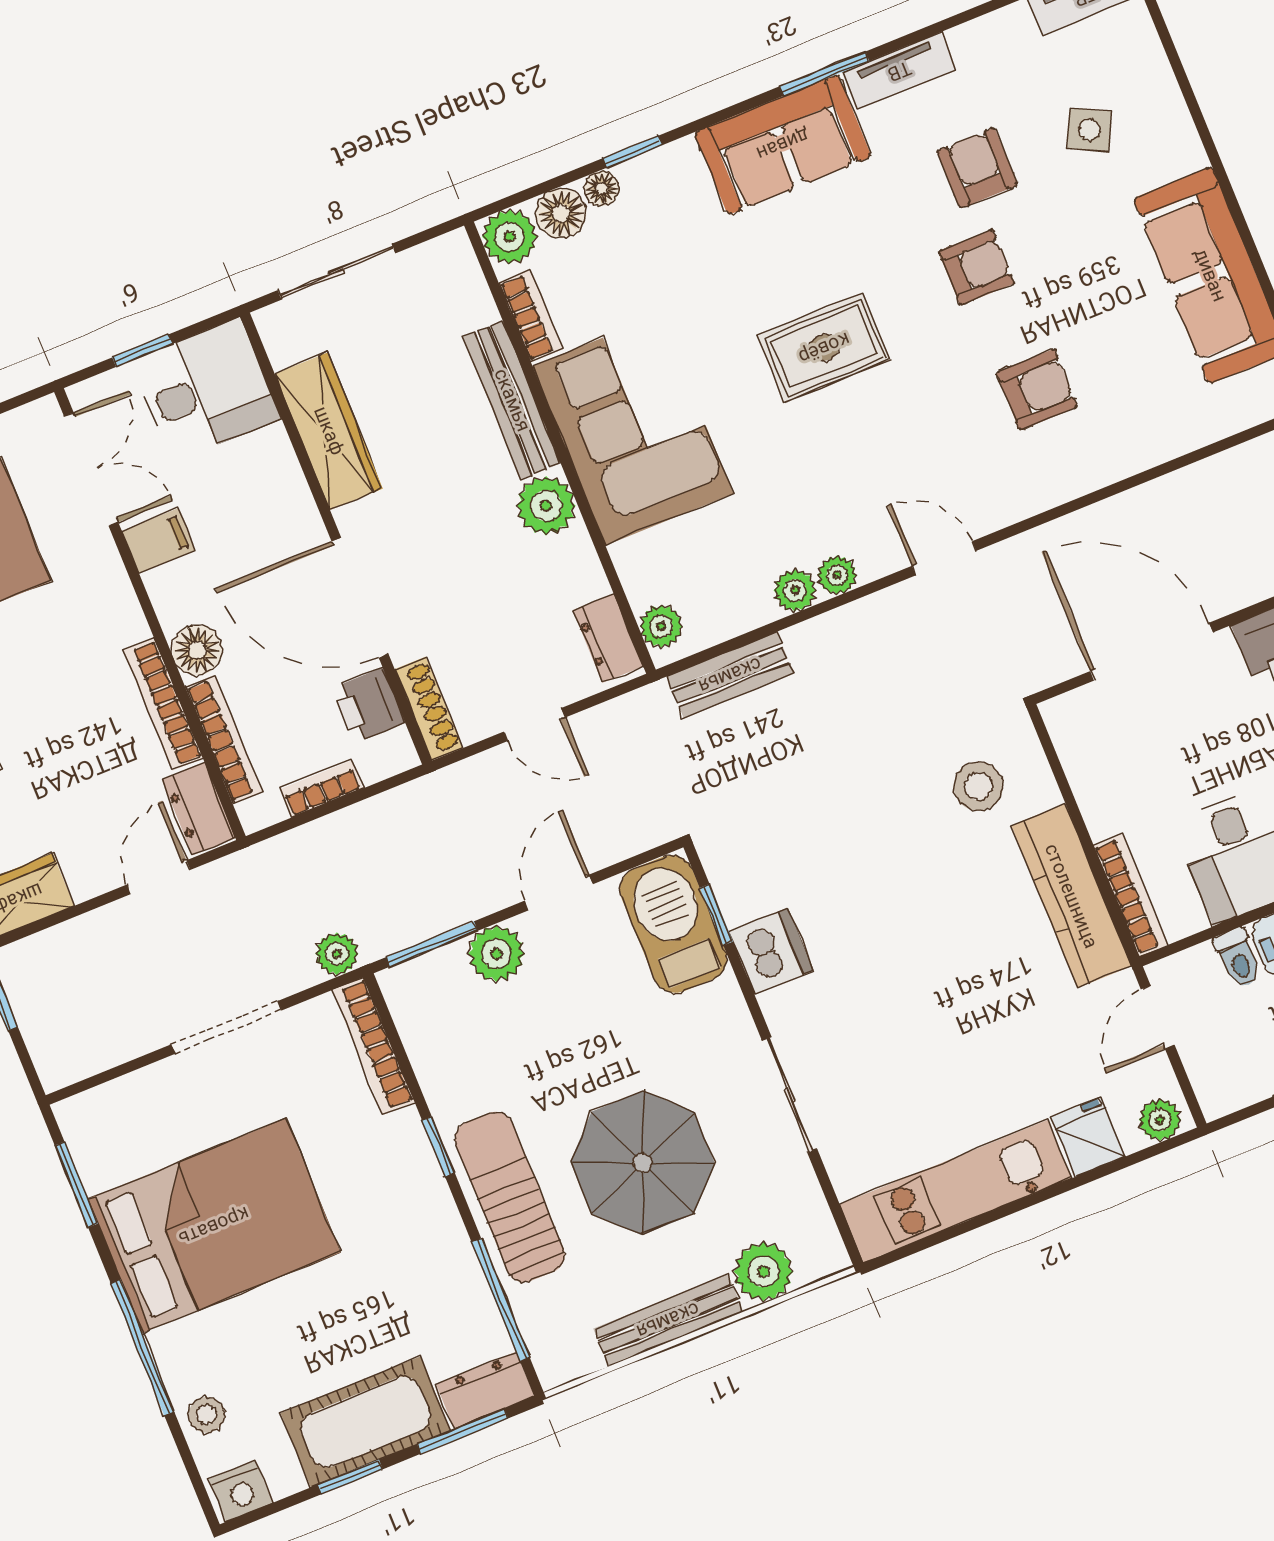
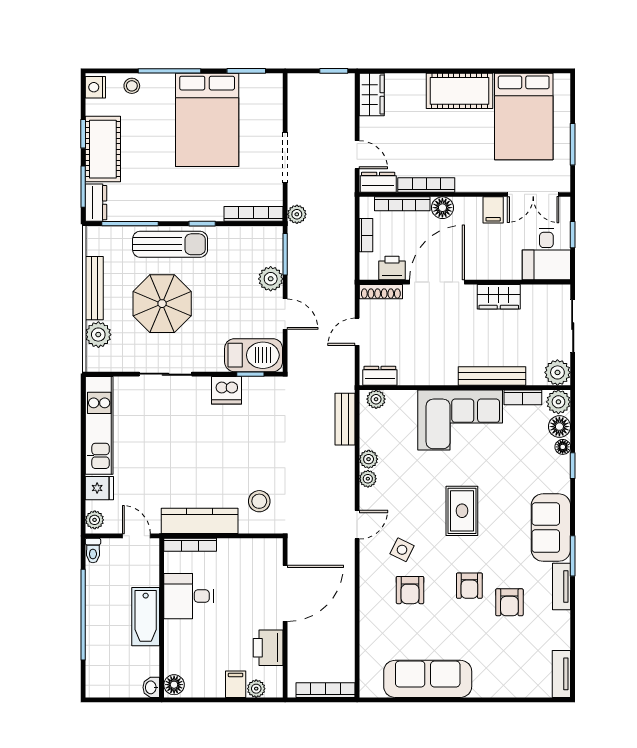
side table: (1089, 130) -> (402, 550), moved
armchair: (977, 168) -> (509, 602), turned 90
wardrobe: (329, 431) -> (499, 297), width x0.67
plant: (546, 506) -> (557, 372), moved
toilet: (1238, 958) -> (93, 551), moved, turned -90

